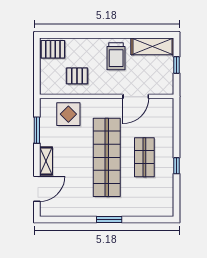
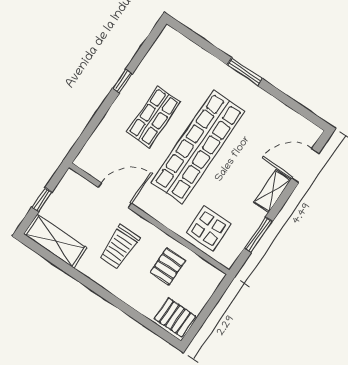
trolley: (116, 56) -> (119, 247), moved, turned 180
pallet: (77, 76) -> (168, 266), turned 90

